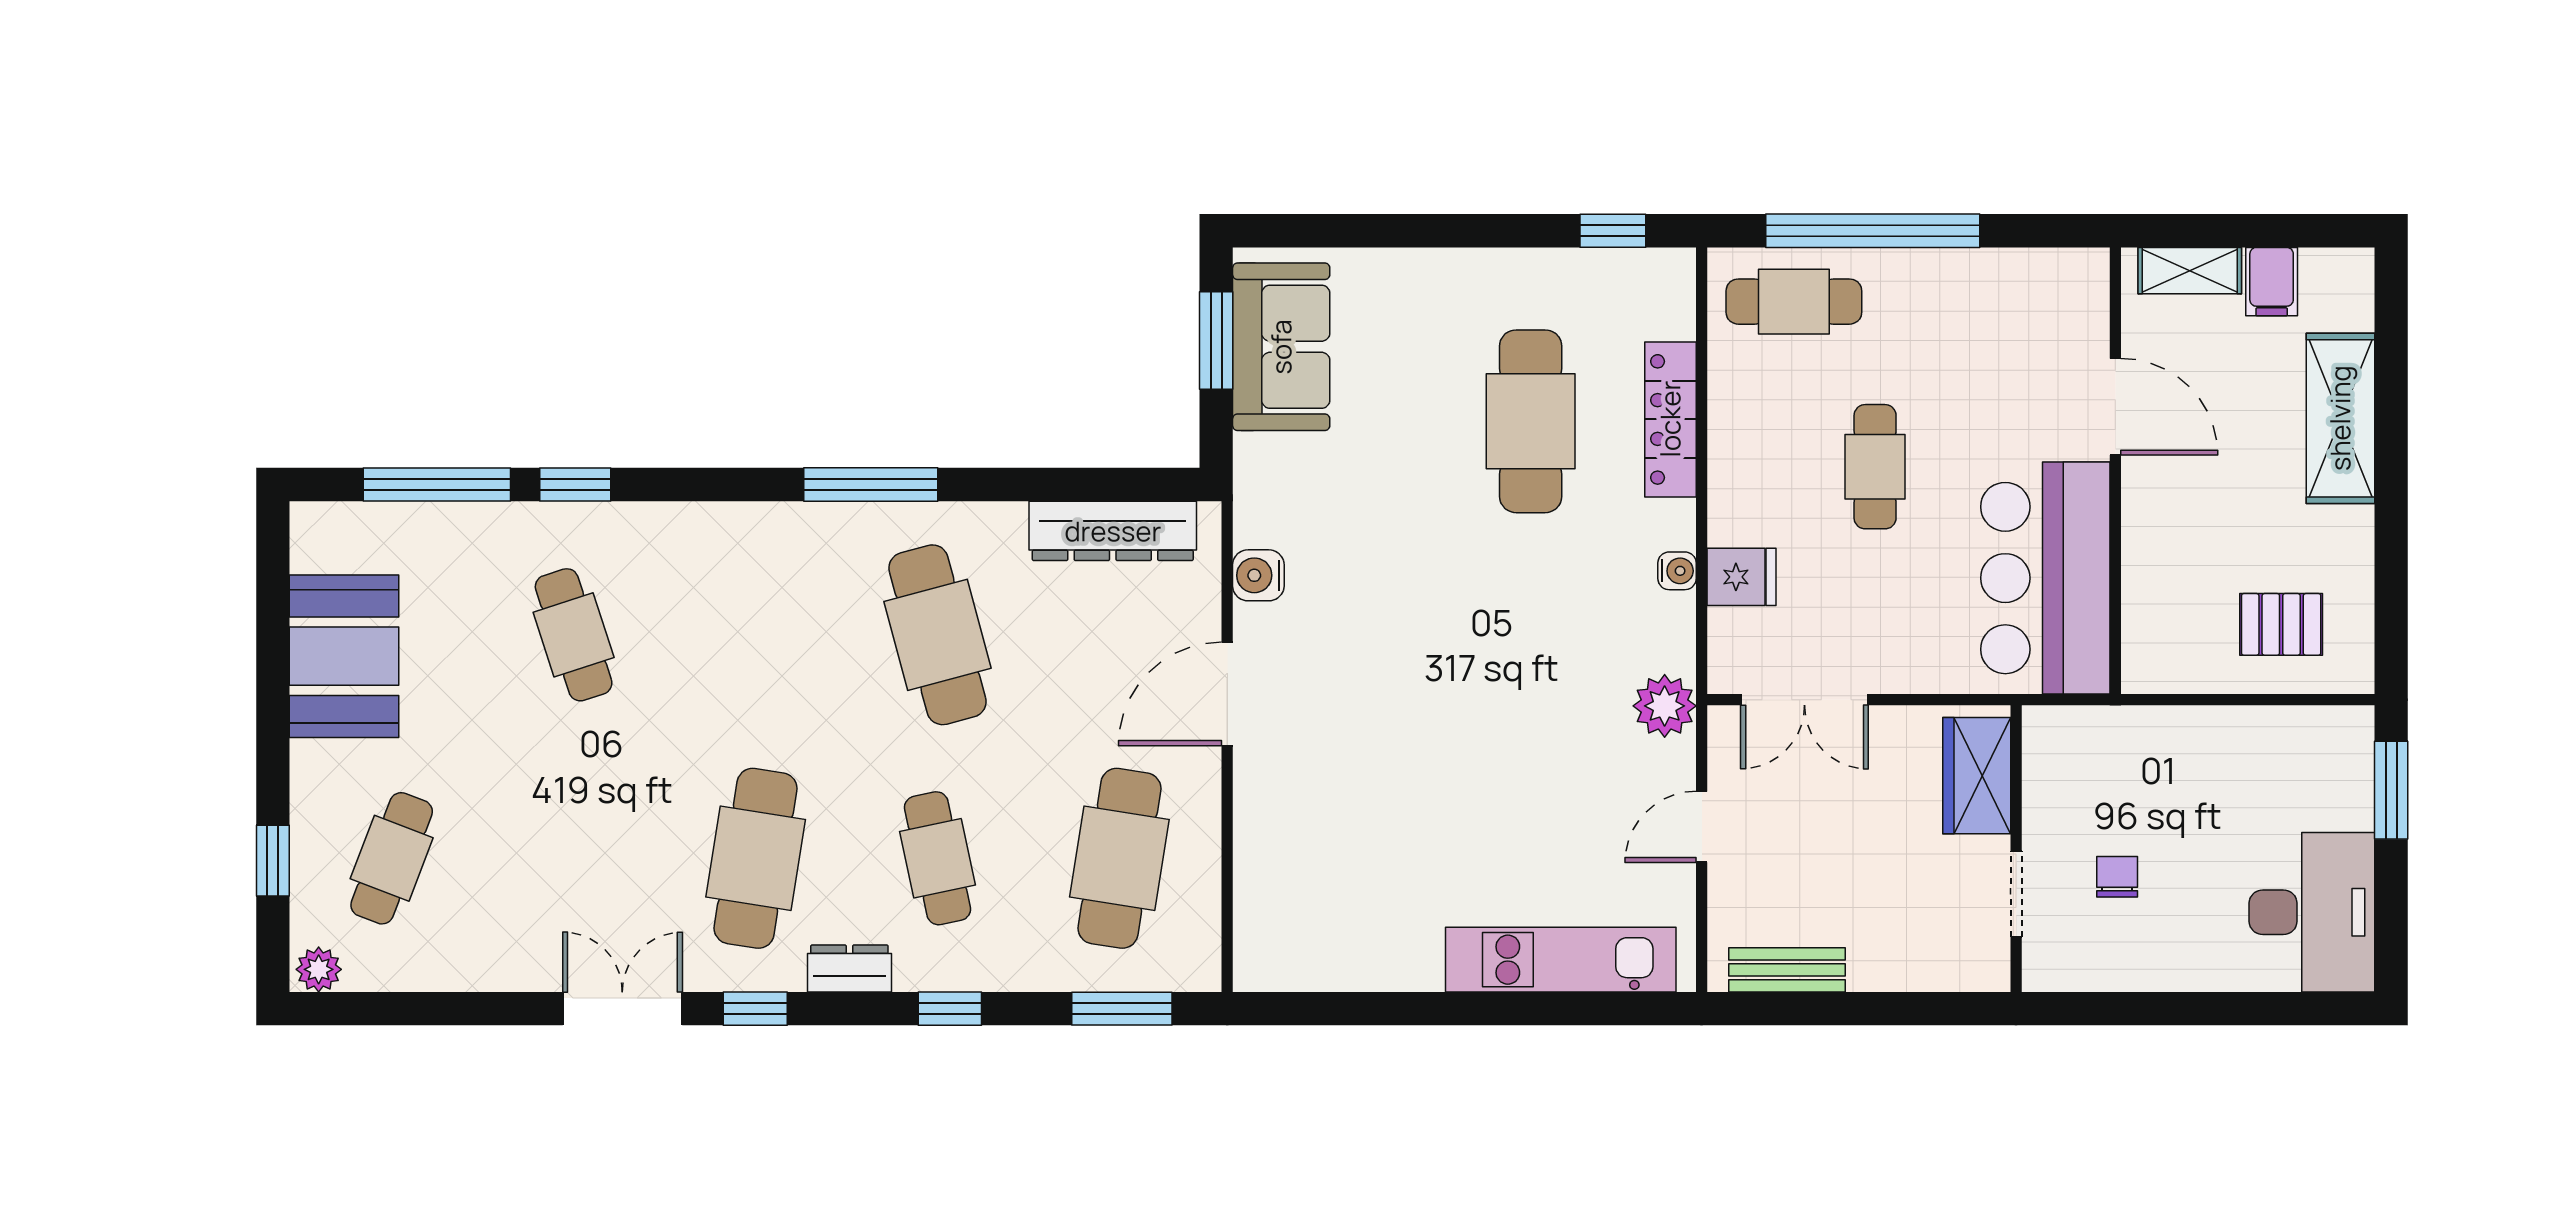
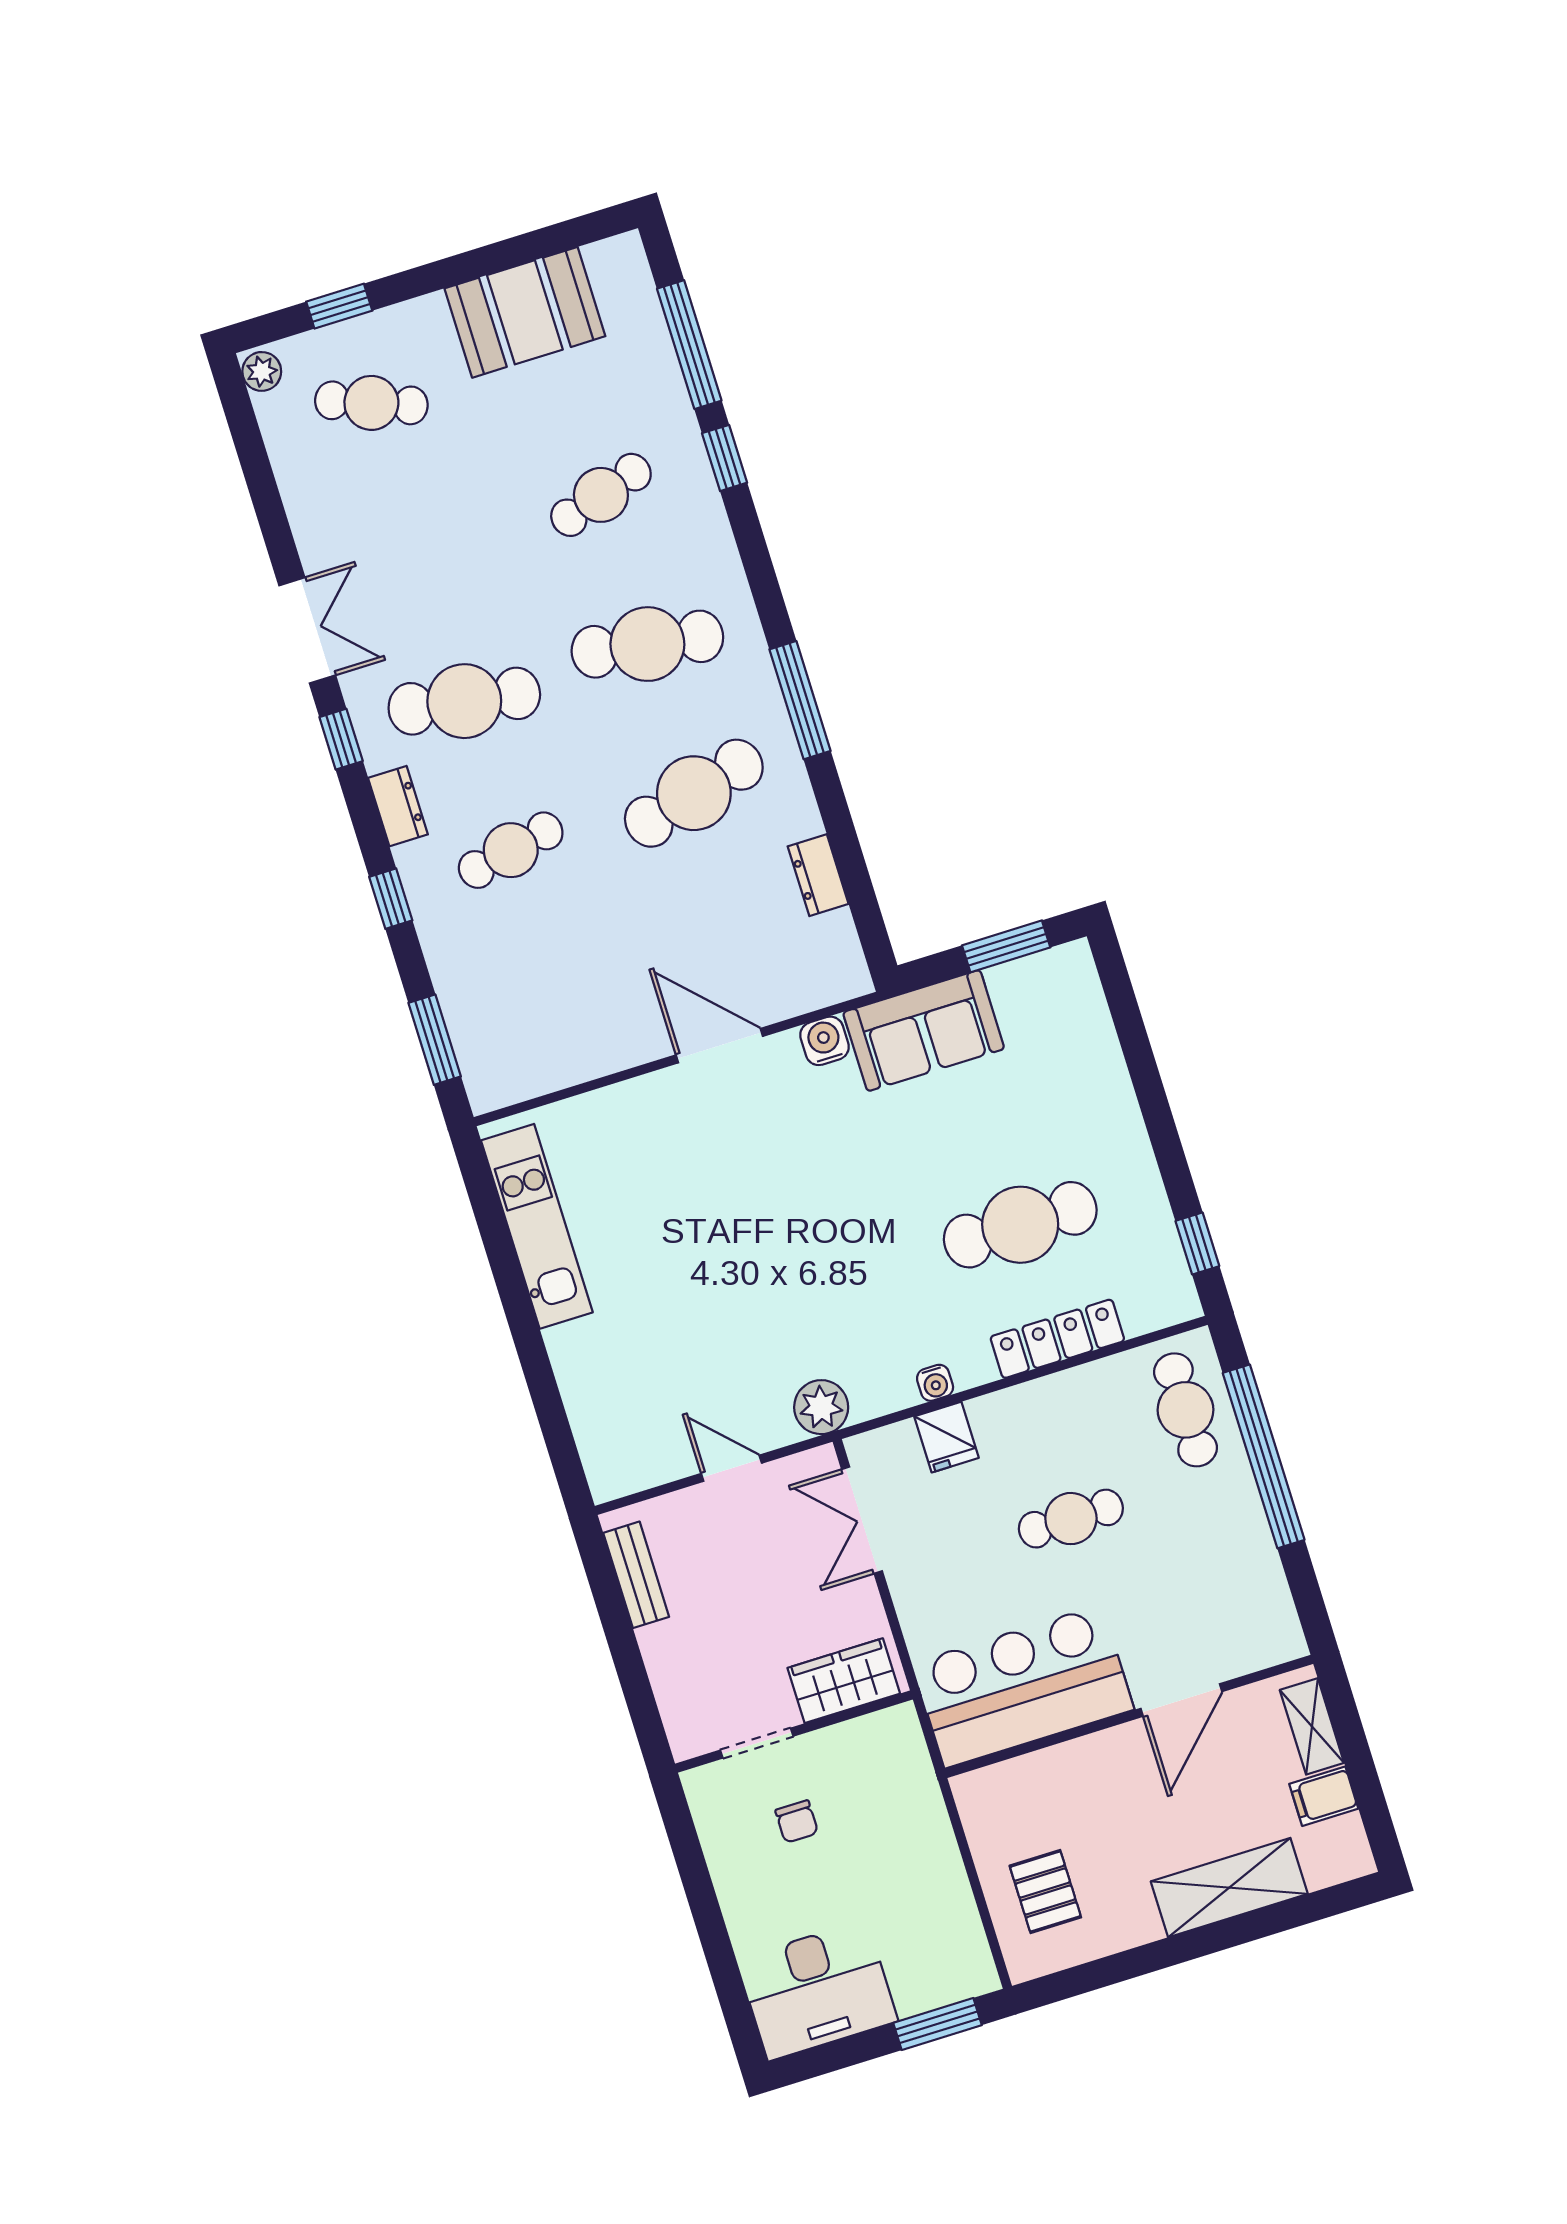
sofa: (1281, 347) -> (924, 1031), moved
dresser: (1113, 531) -> (818, 875), width x0.51, depth x0.80
cafe table: (1119, 858) -> (647, 644), moved
chair: (2117, 877) -> (797, 1822), turned 90
kitchen unit: (1561, 960) -> (537, 1226), moved

